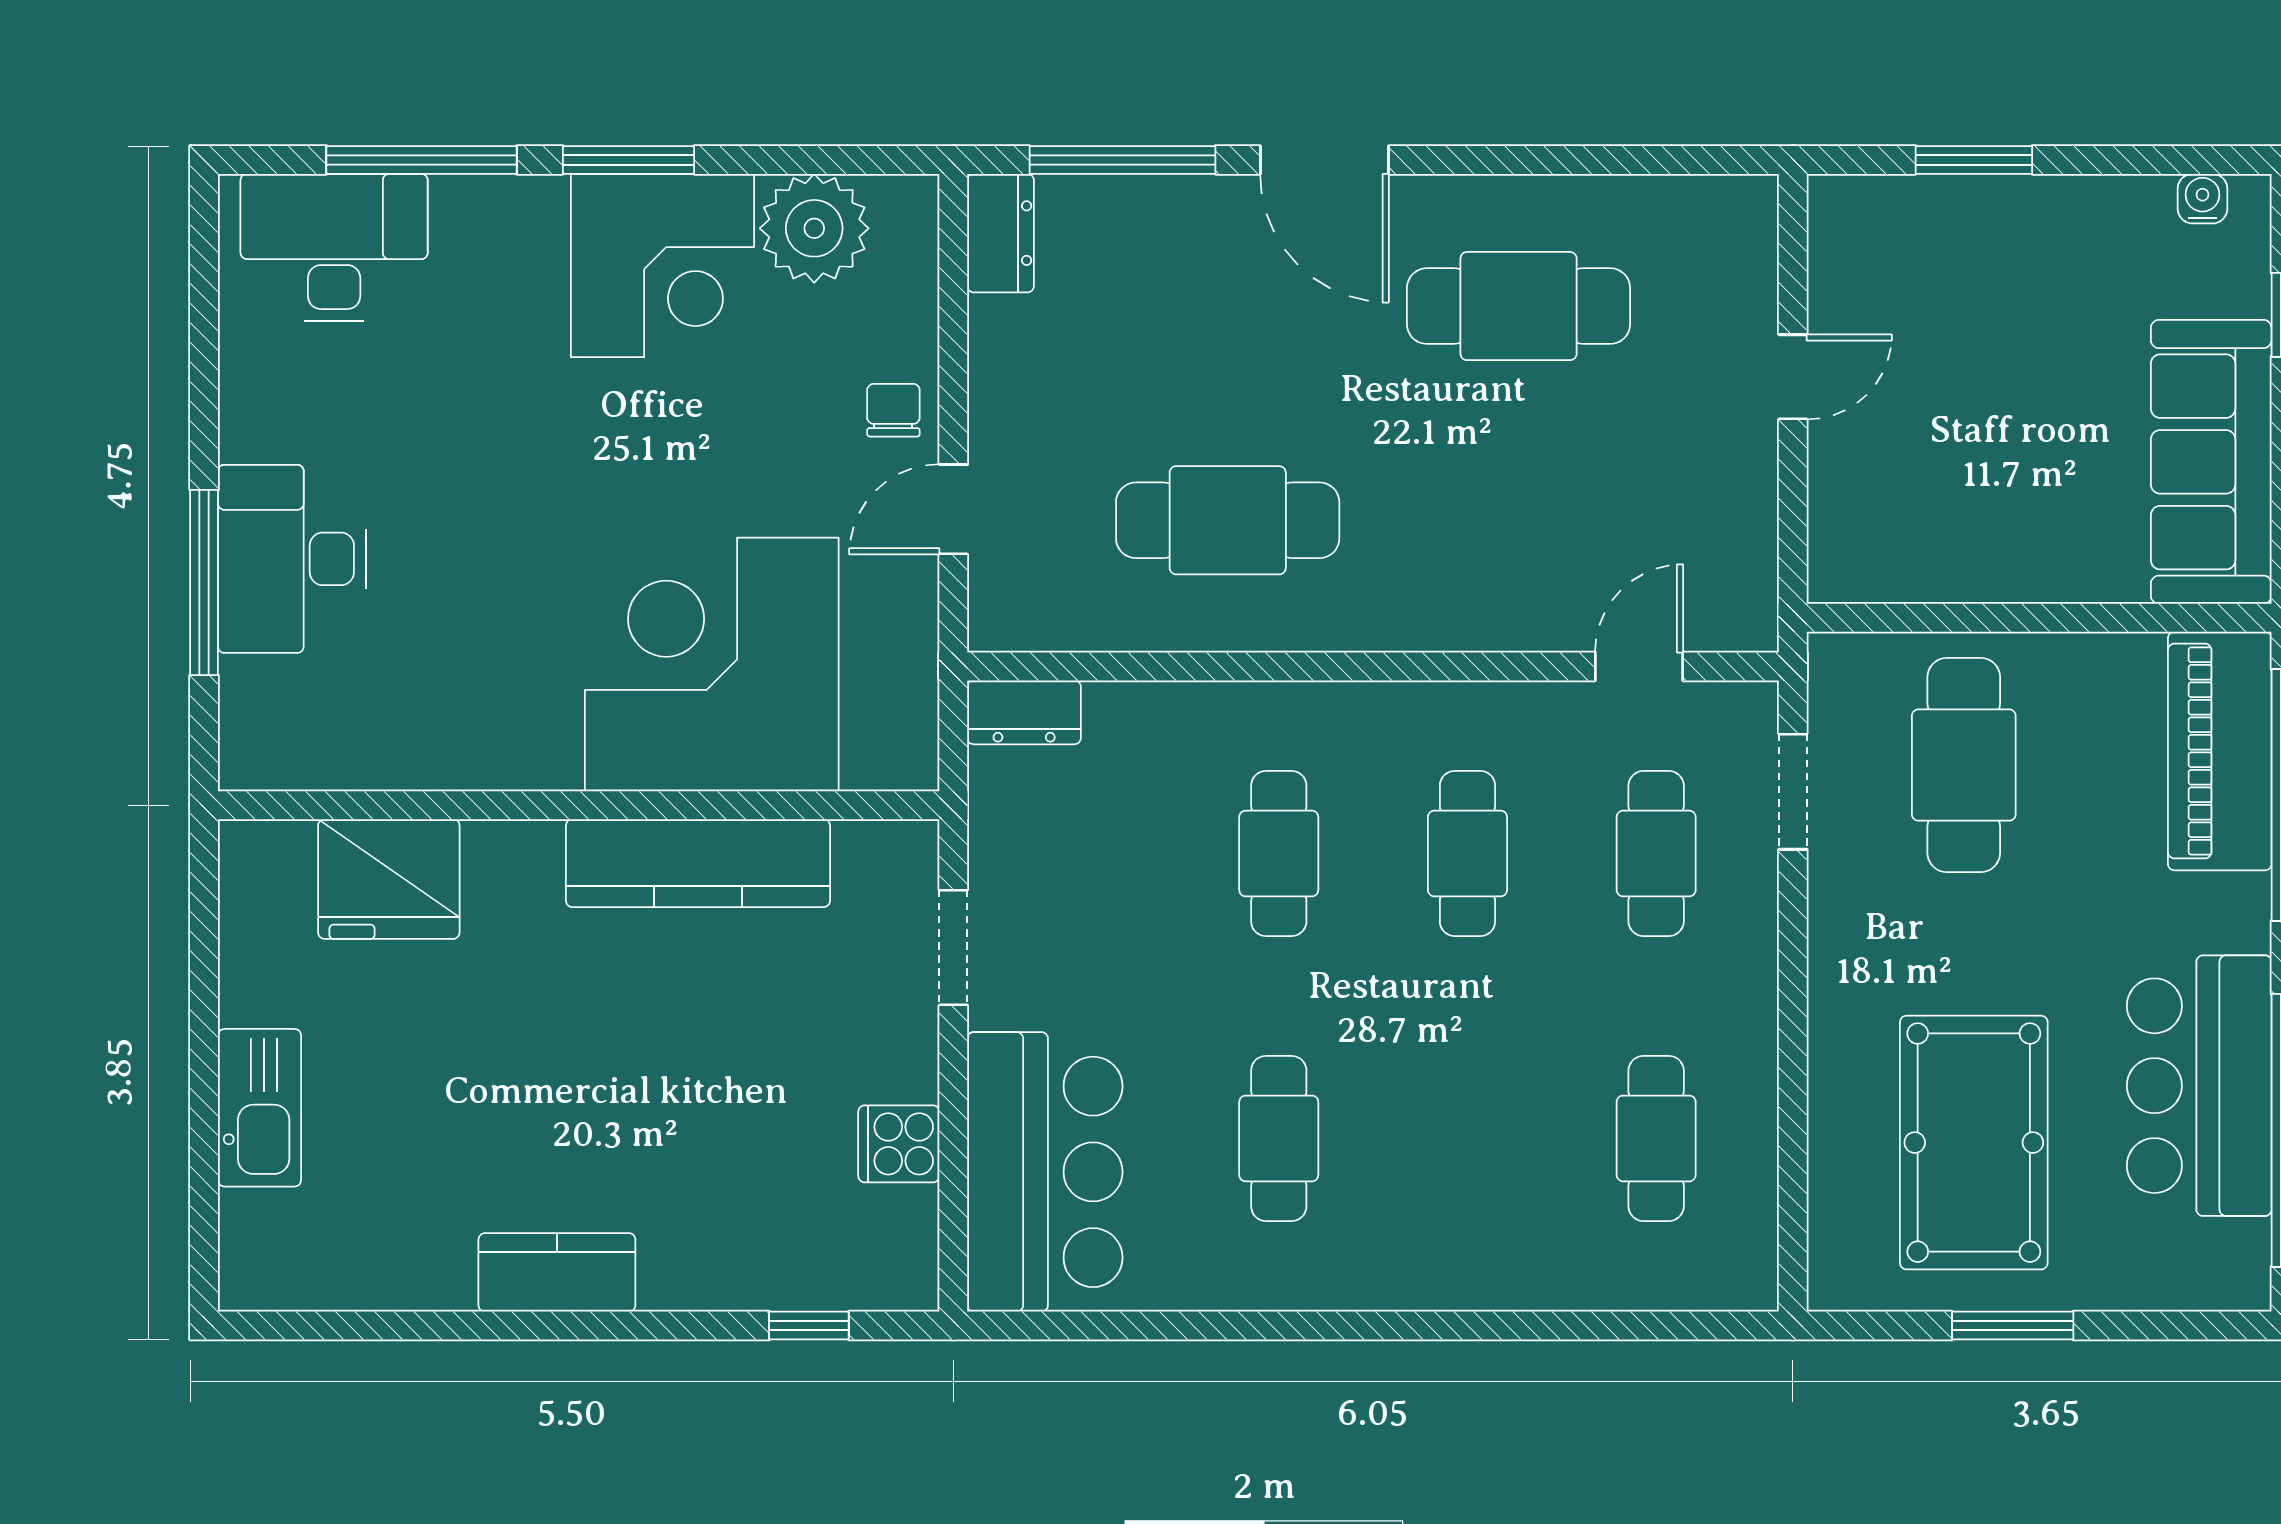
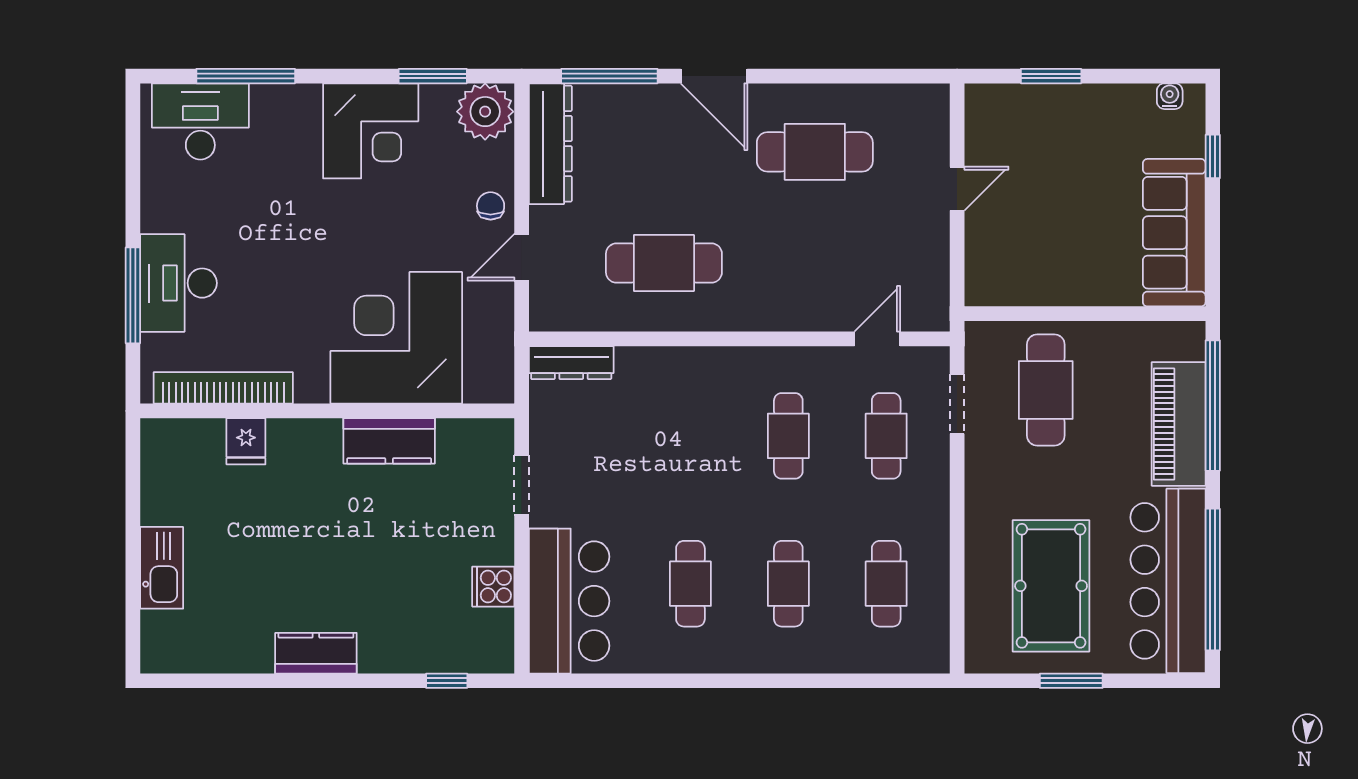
window: (629, 160) -> (433, 76), moved
plant: (814, 228) -> (485, 112), moved
dresser: (1001, 233) -> (550, 144), width x1.96, depth x1.24
dresser: (1024, 712) -> (571, 363), width x1.44
piano: (2220, 751) -> (1179, 424), moved
bookcase: (378, 761) -> (223, 388), added
cafe table: (1279, 853) -> (788, 584), moved
kitchen counter: (698, 863) -> (389, 441), width x0.67
fridge: (389, 879) -> (246, 441), width x0.53, depth x0.75
bar counter: (2199, 1086) -> (1168, 581), width x1.36

